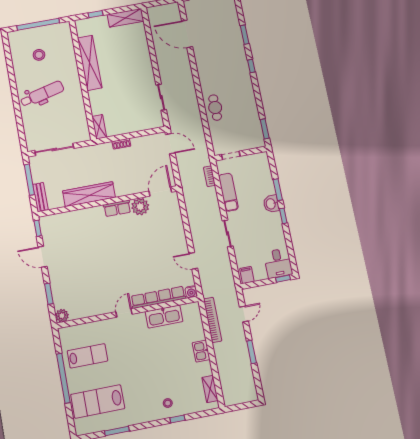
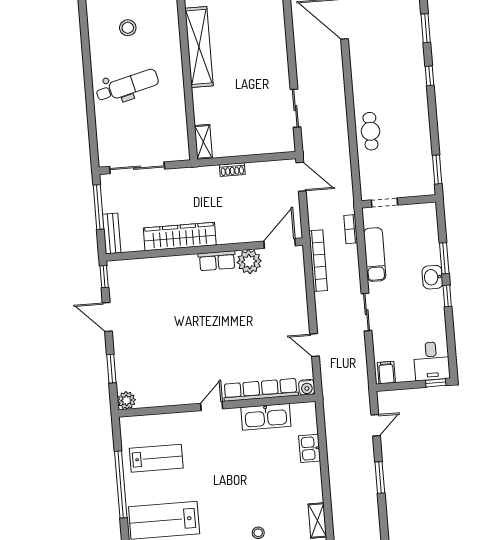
bookcase: (212, 320) -> (318, 261), moved
kitchen sink: (201, 351) -> (310, 448), moved

